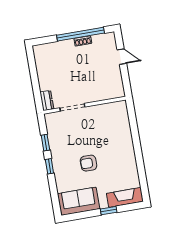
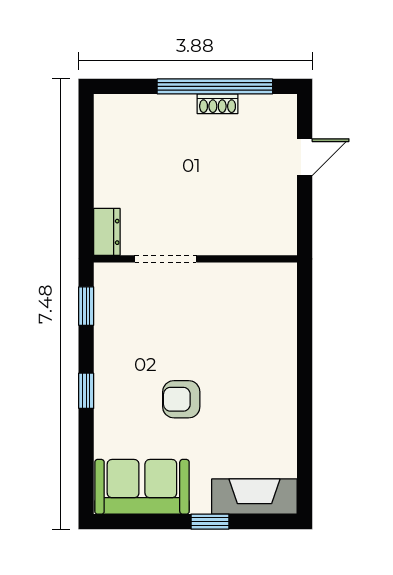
door: (122, 57) -> (305, 157), hinge flipped
window: (45, 143) -> (86, 306), moved

